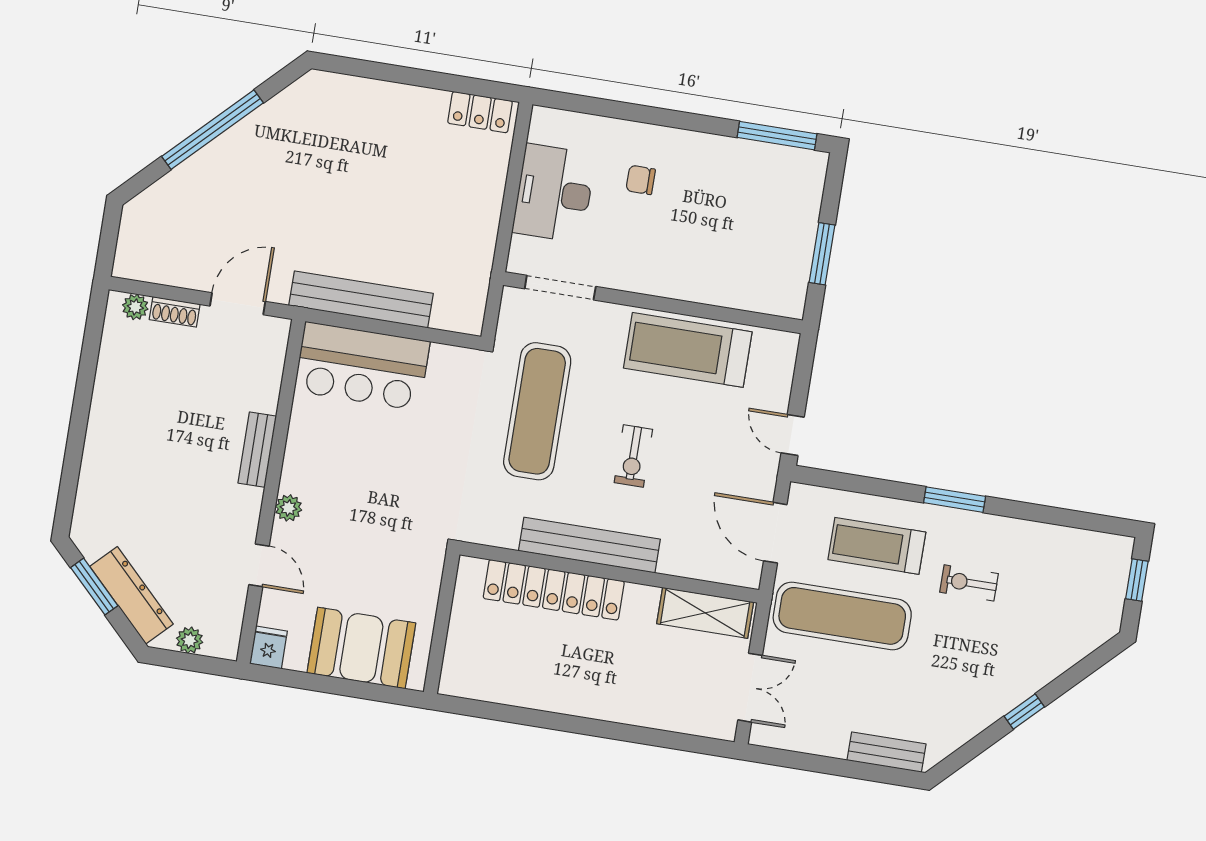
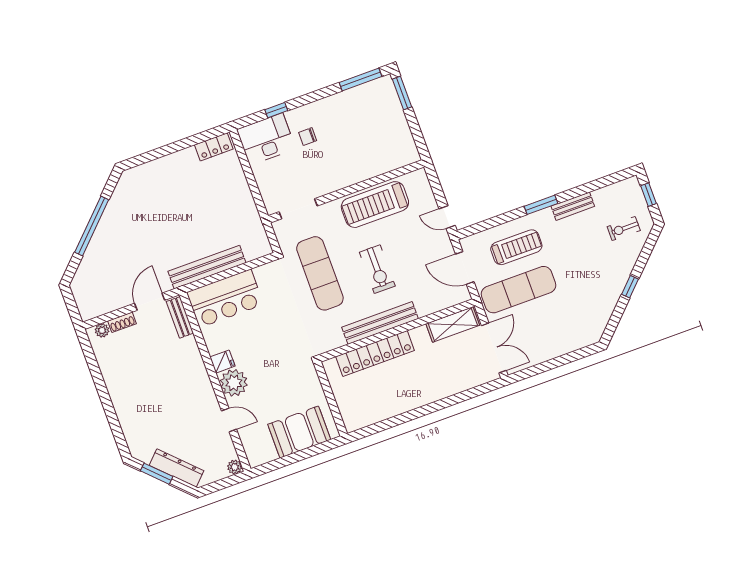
window: (614, 109) -> (276, 110), added
desk: (554, 193) -> (266, 139), moved, turned 90
window: (822, 254) -> (402, 93), moved
bench: (257, 450) -> (180, 317), moved
exercise bike: (633, 456) -> (377, 269), width x1.38, depth x1.39
plant: (289, 508) -> (234, 383), width x1.88, depth x1.88
treadmill: (877, 546) -> (516, 247), turned 180
exercise bike: (969, 583) -> (624, 229), moved
plant: (190, 640) -> (235, 467), moved
fridge: (268, 647) -> (222, 362), moved, turned 90
double door: (750, 688) -> (494, 348), width x1.37
bench: (887, 752) -> (573, 206), moved

